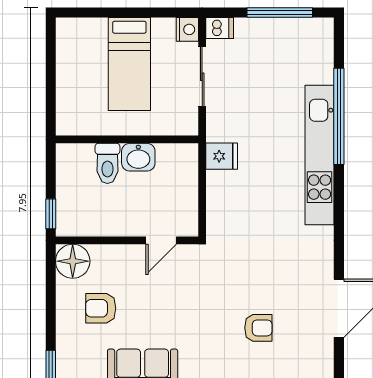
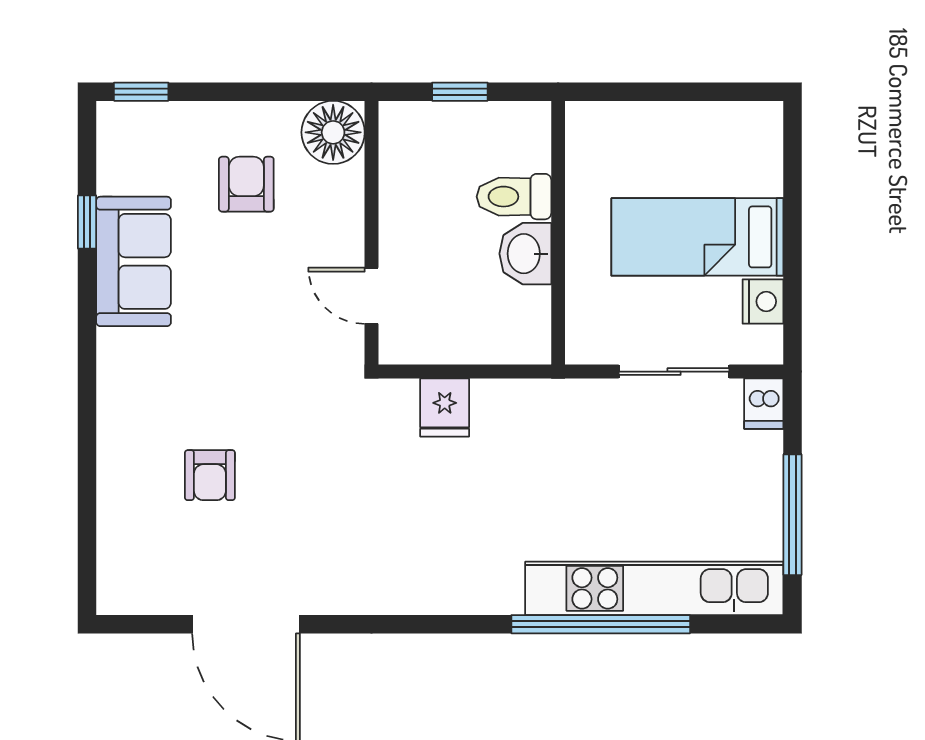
nightstand: (187, 29) -> (763, 301), moved, turned -90
kitchen unit: (320, 155) -> (654, 588), moved
fridge: (222, 156) -> (445, 408), moved
window: (51, 214) -> (460, 92), moved

